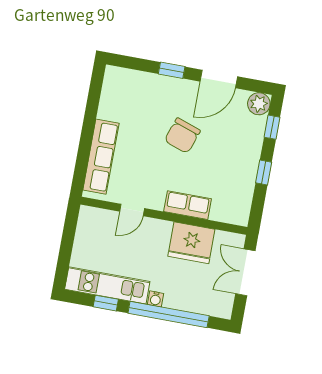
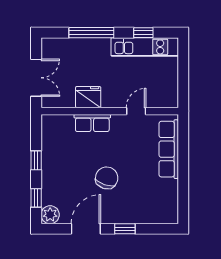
fridge: (191, 243) -> (88, 97), width x0.73, depth x0.75
water cooler: (156, 299) -> (104, 43), removed
window: (169, 315) -> (91, 33), width x0.68

